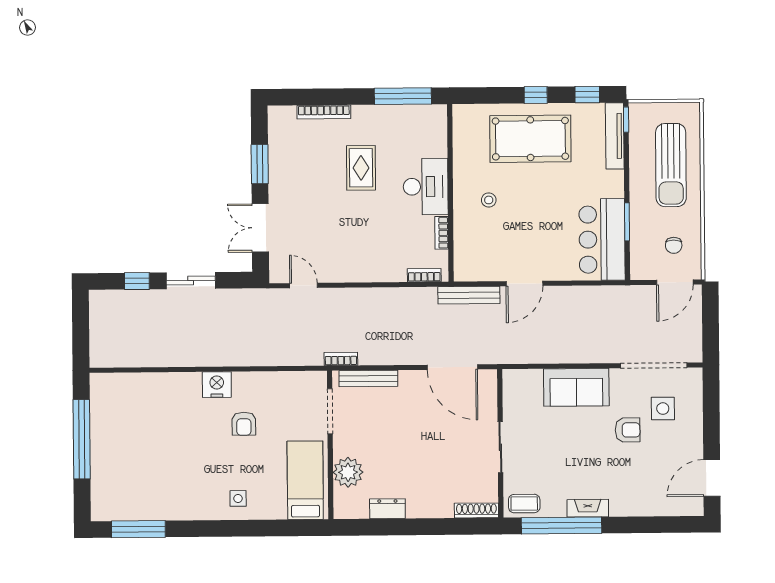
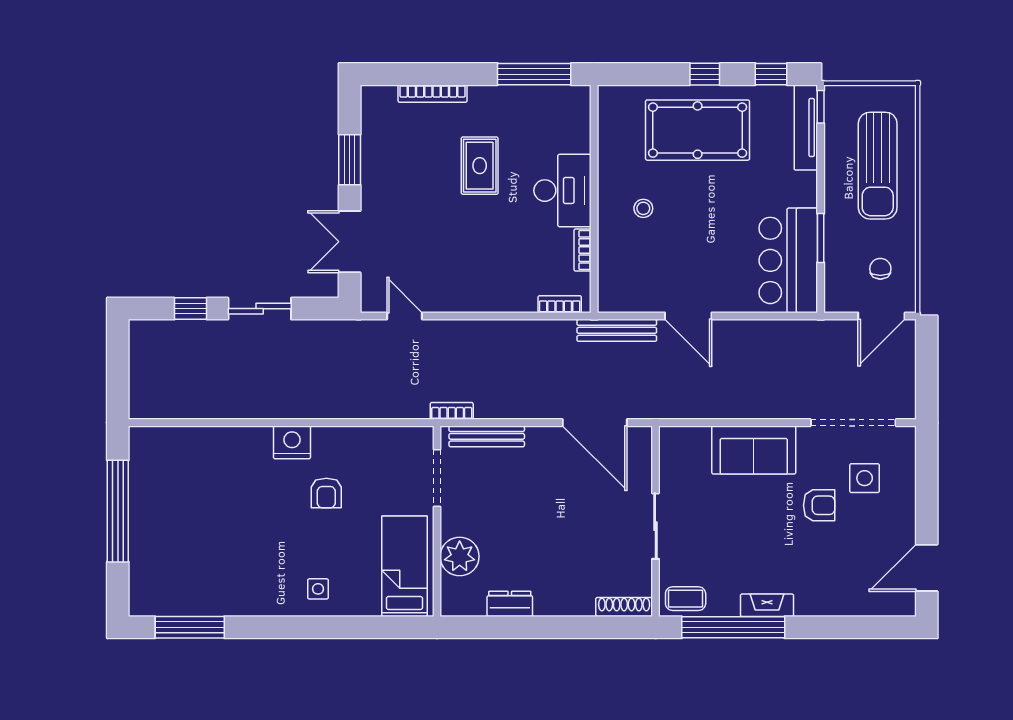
chair: (674, 245) -> (880, 269), turned 180
door: (524, 284) -> (688, 316), hinge flipped

